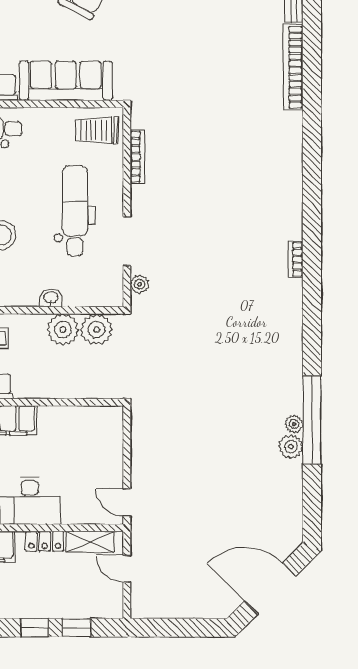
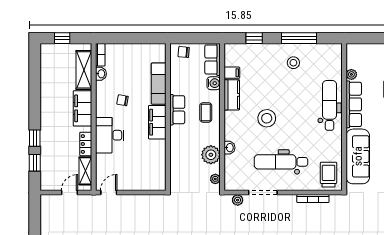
dental chair: (75, 211) -> (281, 162), turned 180
plant: (96, 329) -> (215, 179), width x0.53, depth x0.53

